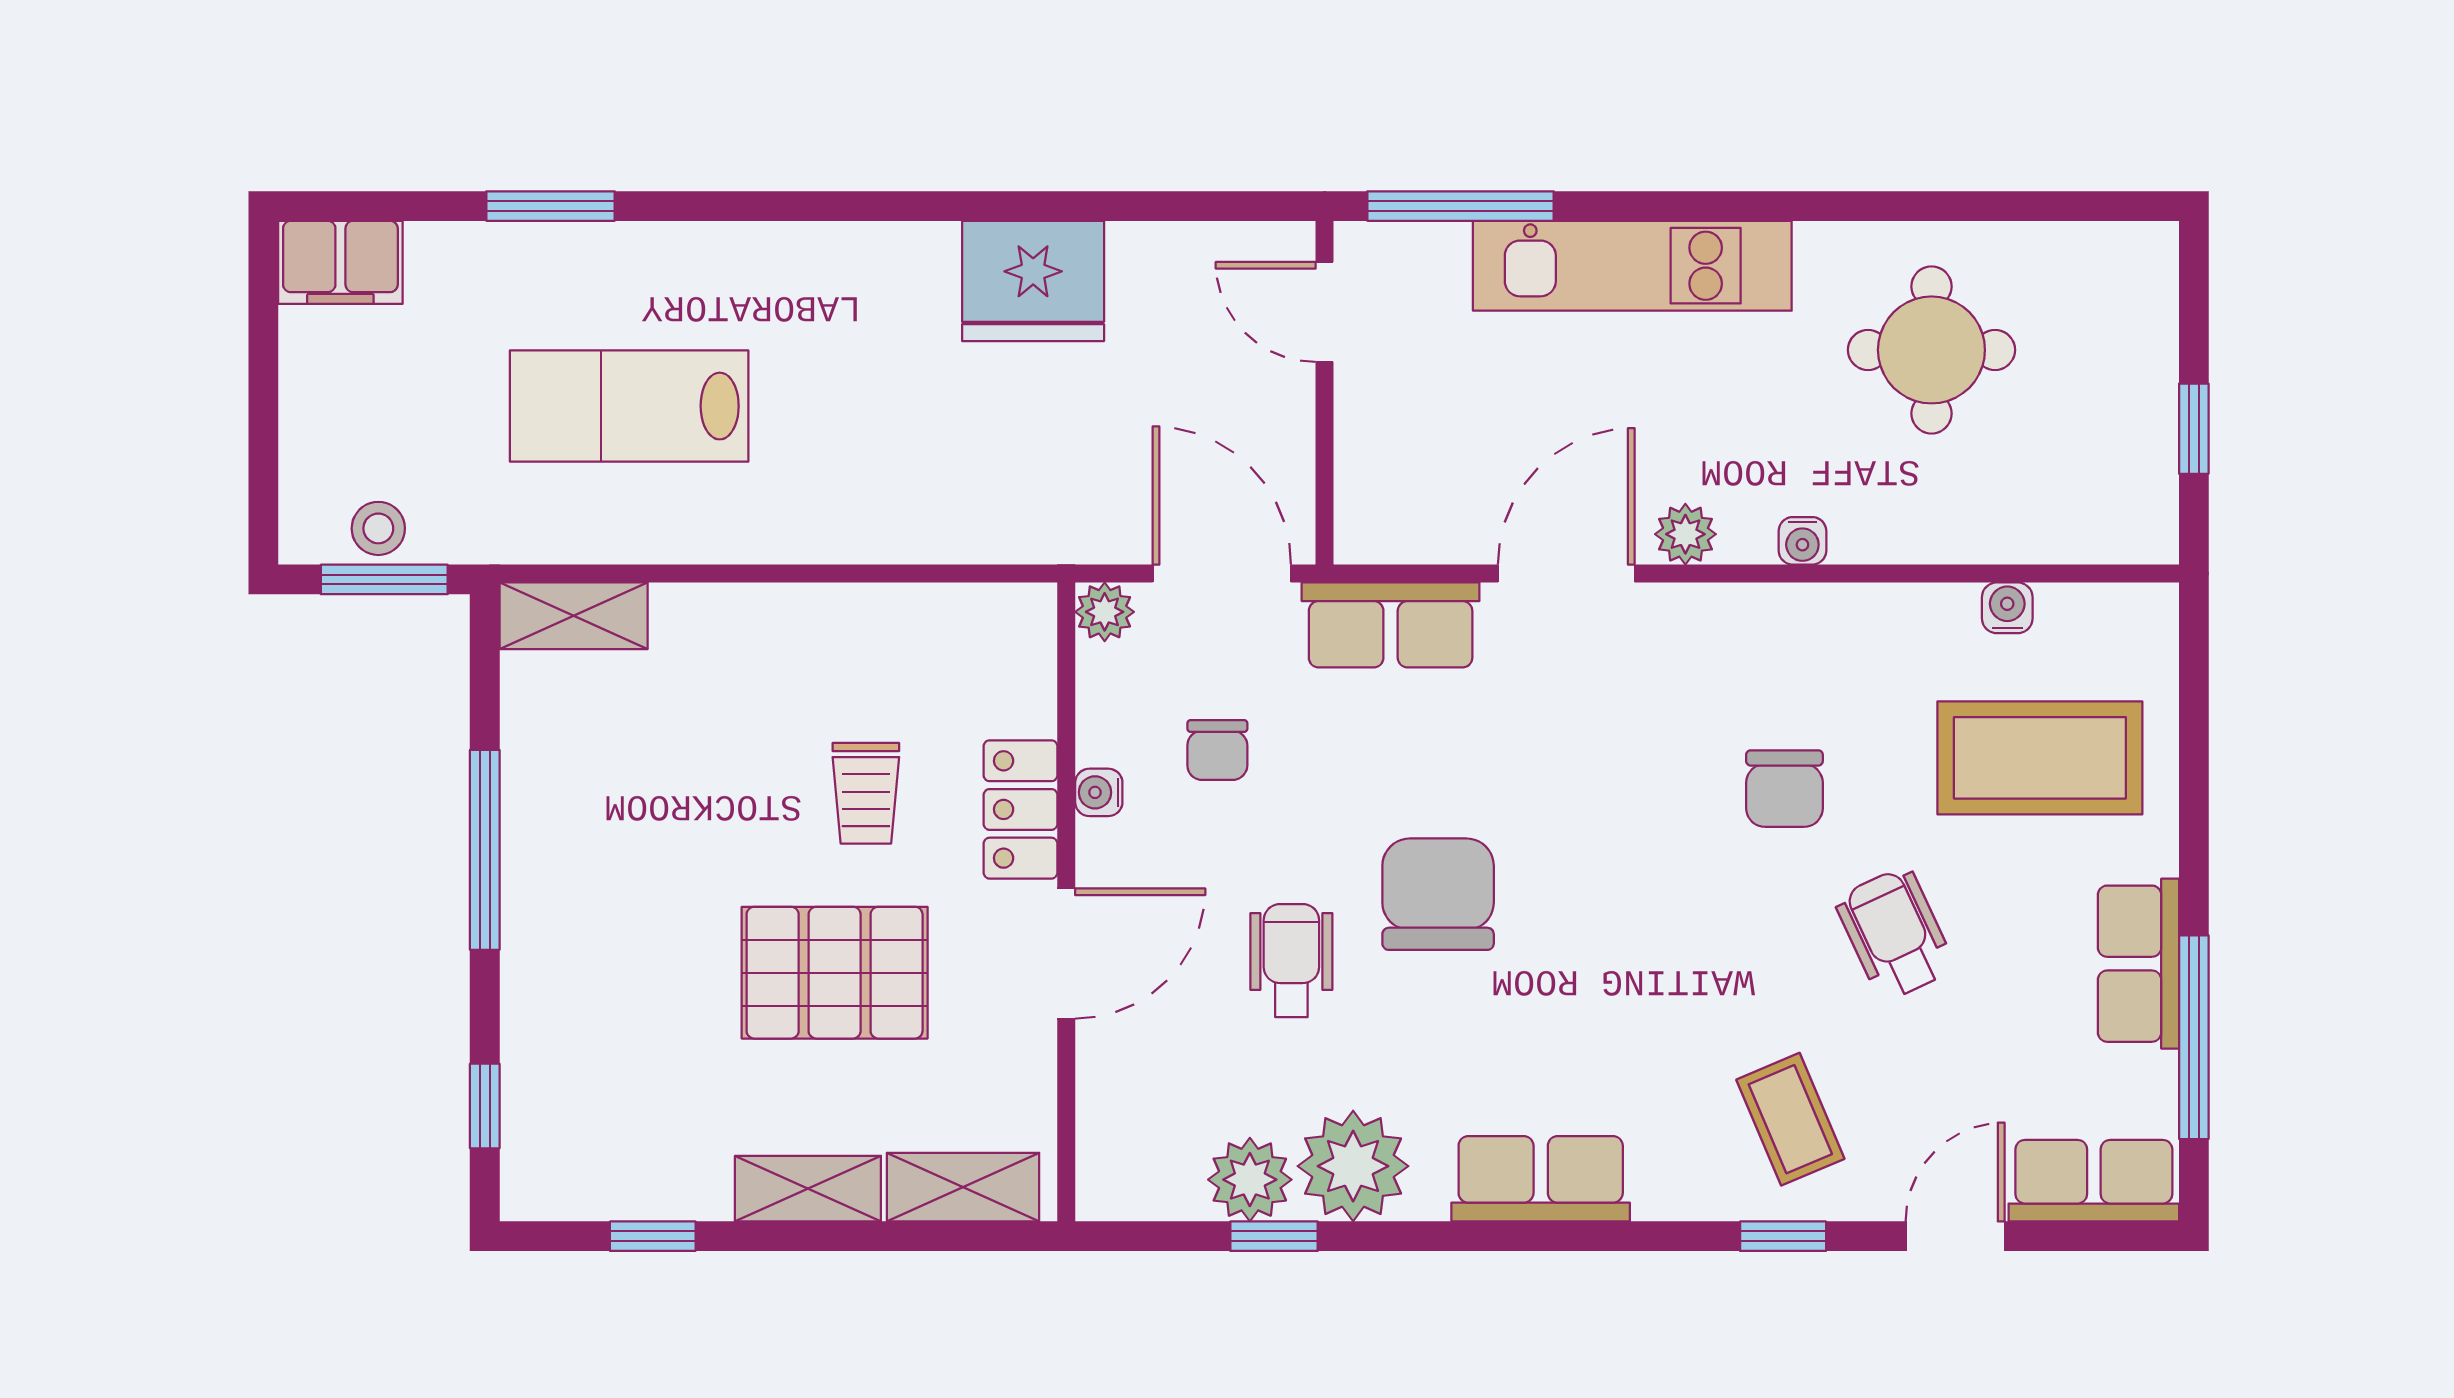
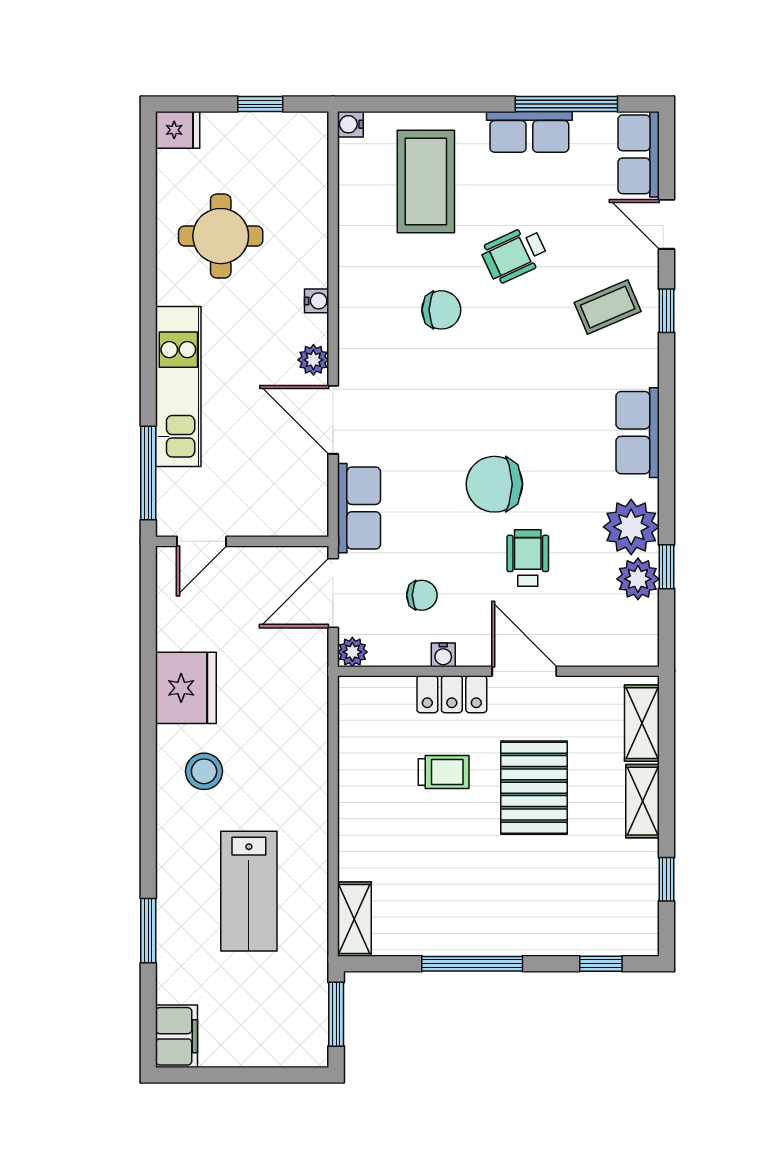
fridge: (2142, 264) -> (178, 130), added
stool: (378, 528) -> (204, 771), moved, width x1.37, depth x1.37
water cooler: (2007, 608) -> (350, 124), moved
wheelchair: (1291, 961) -> (528, 558), turned 90

